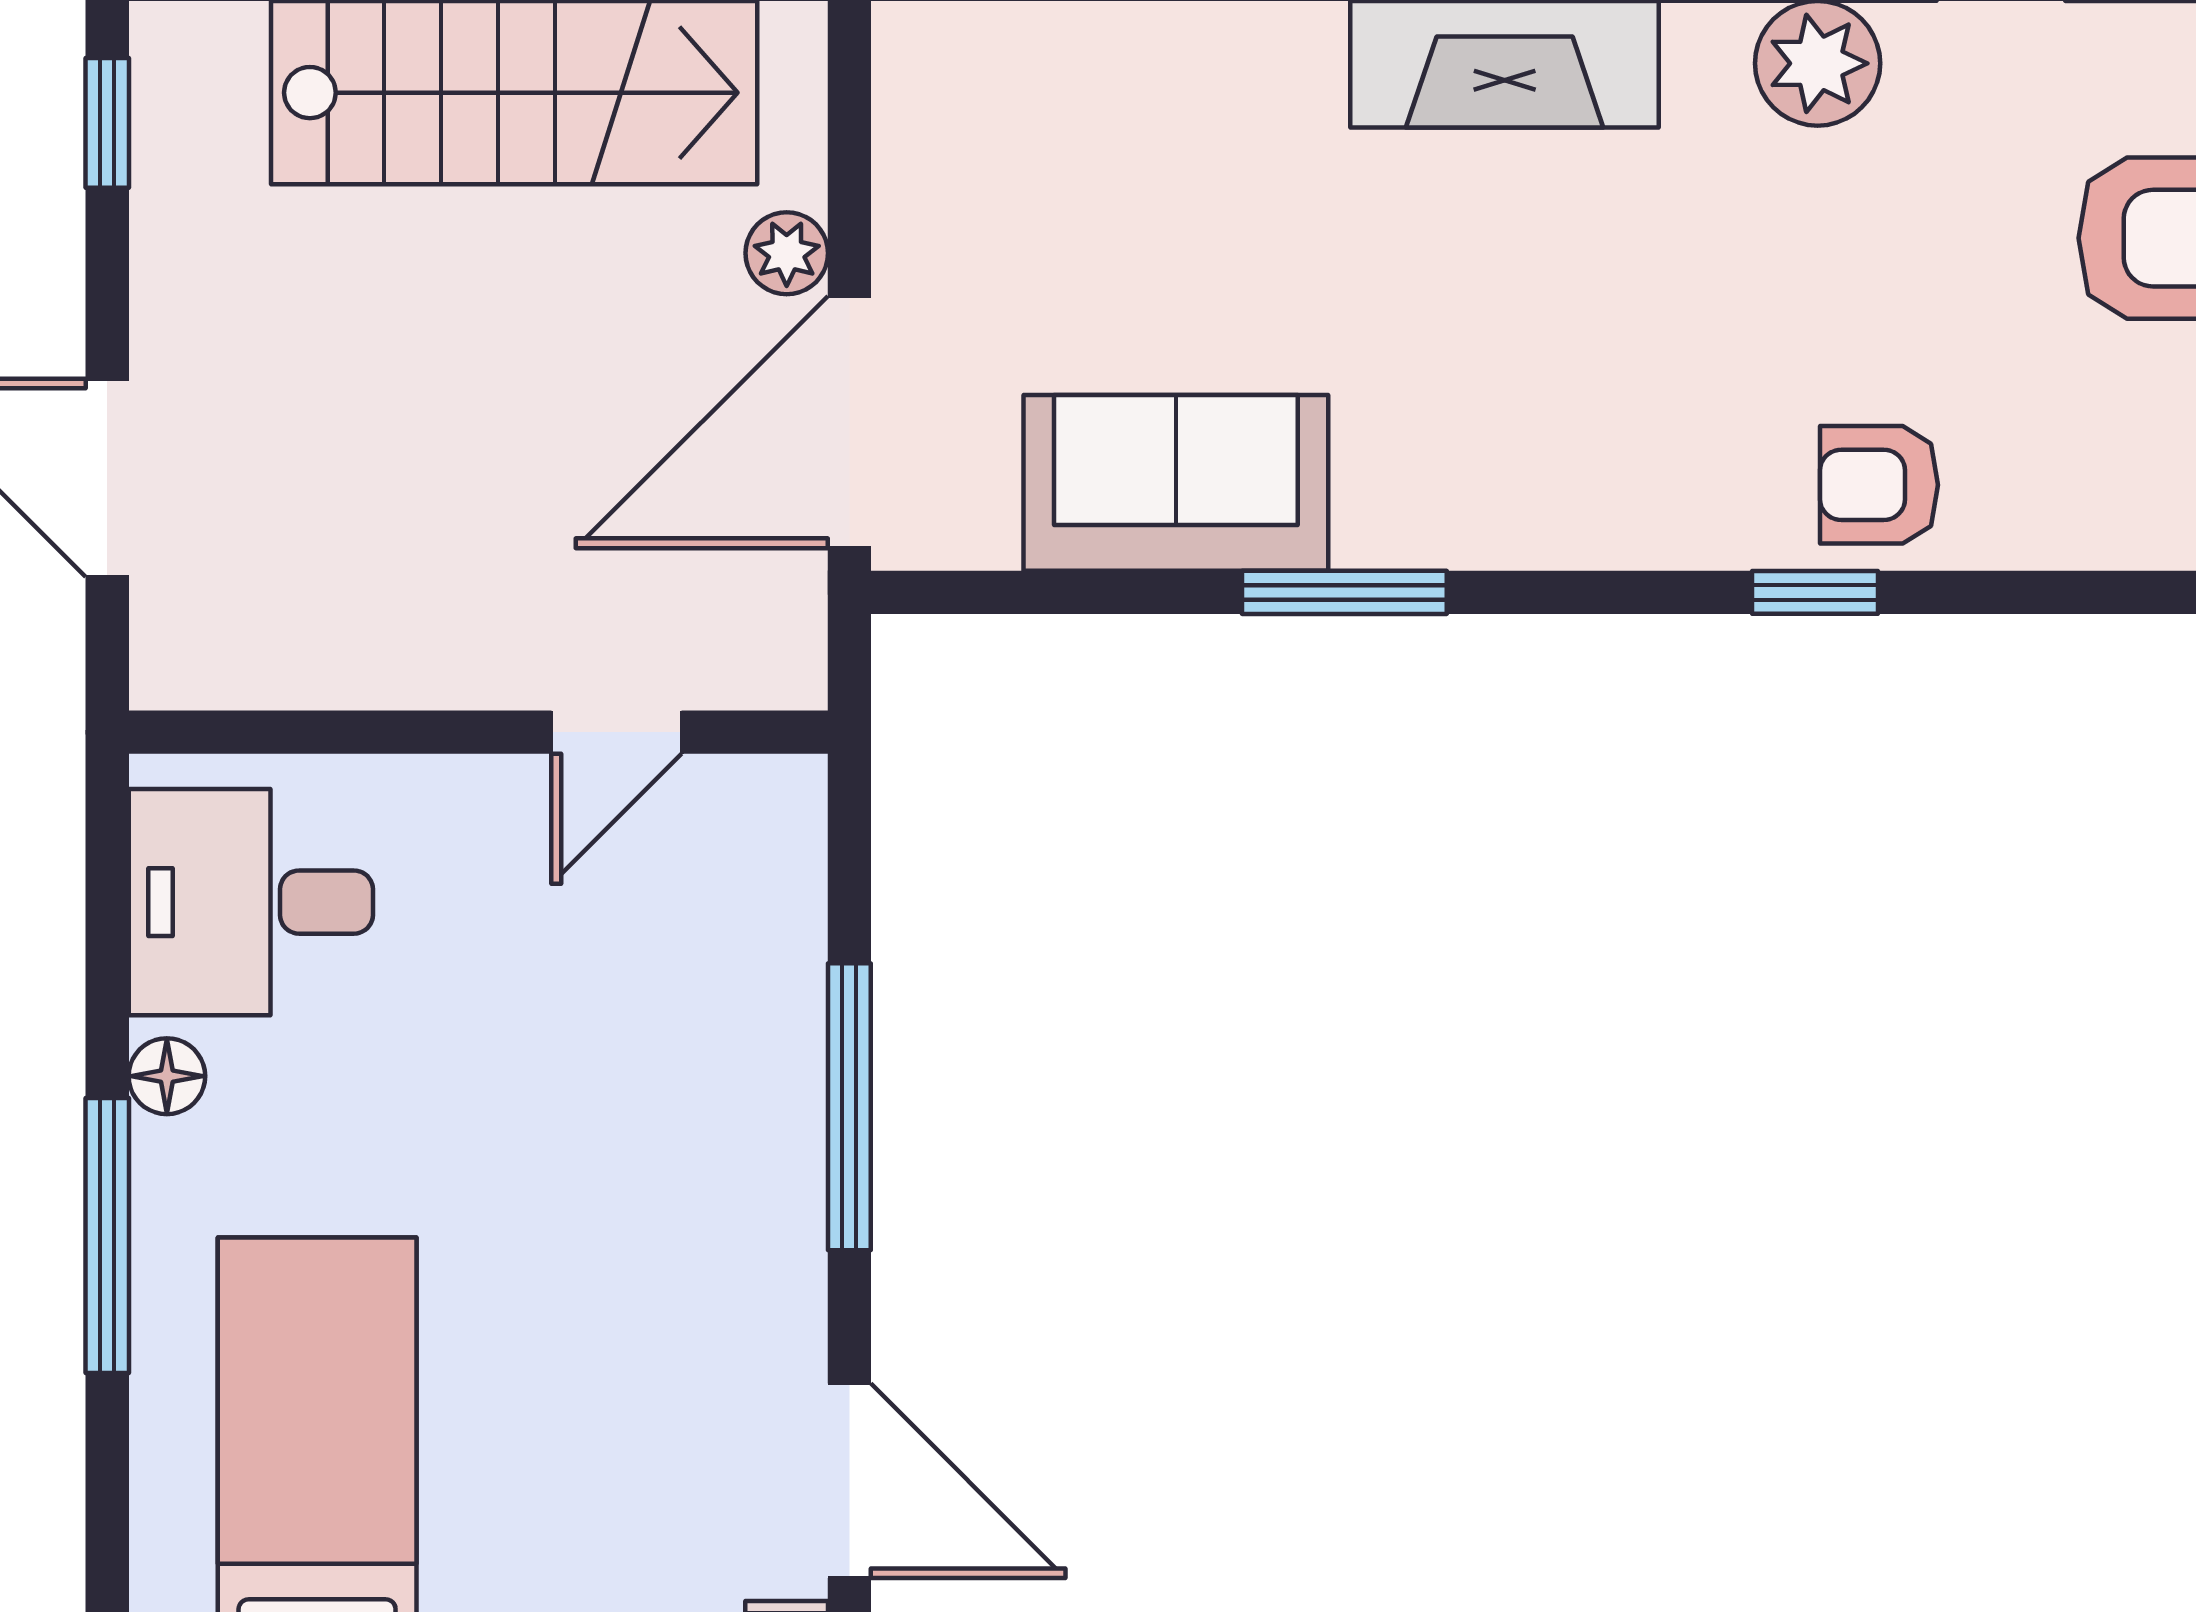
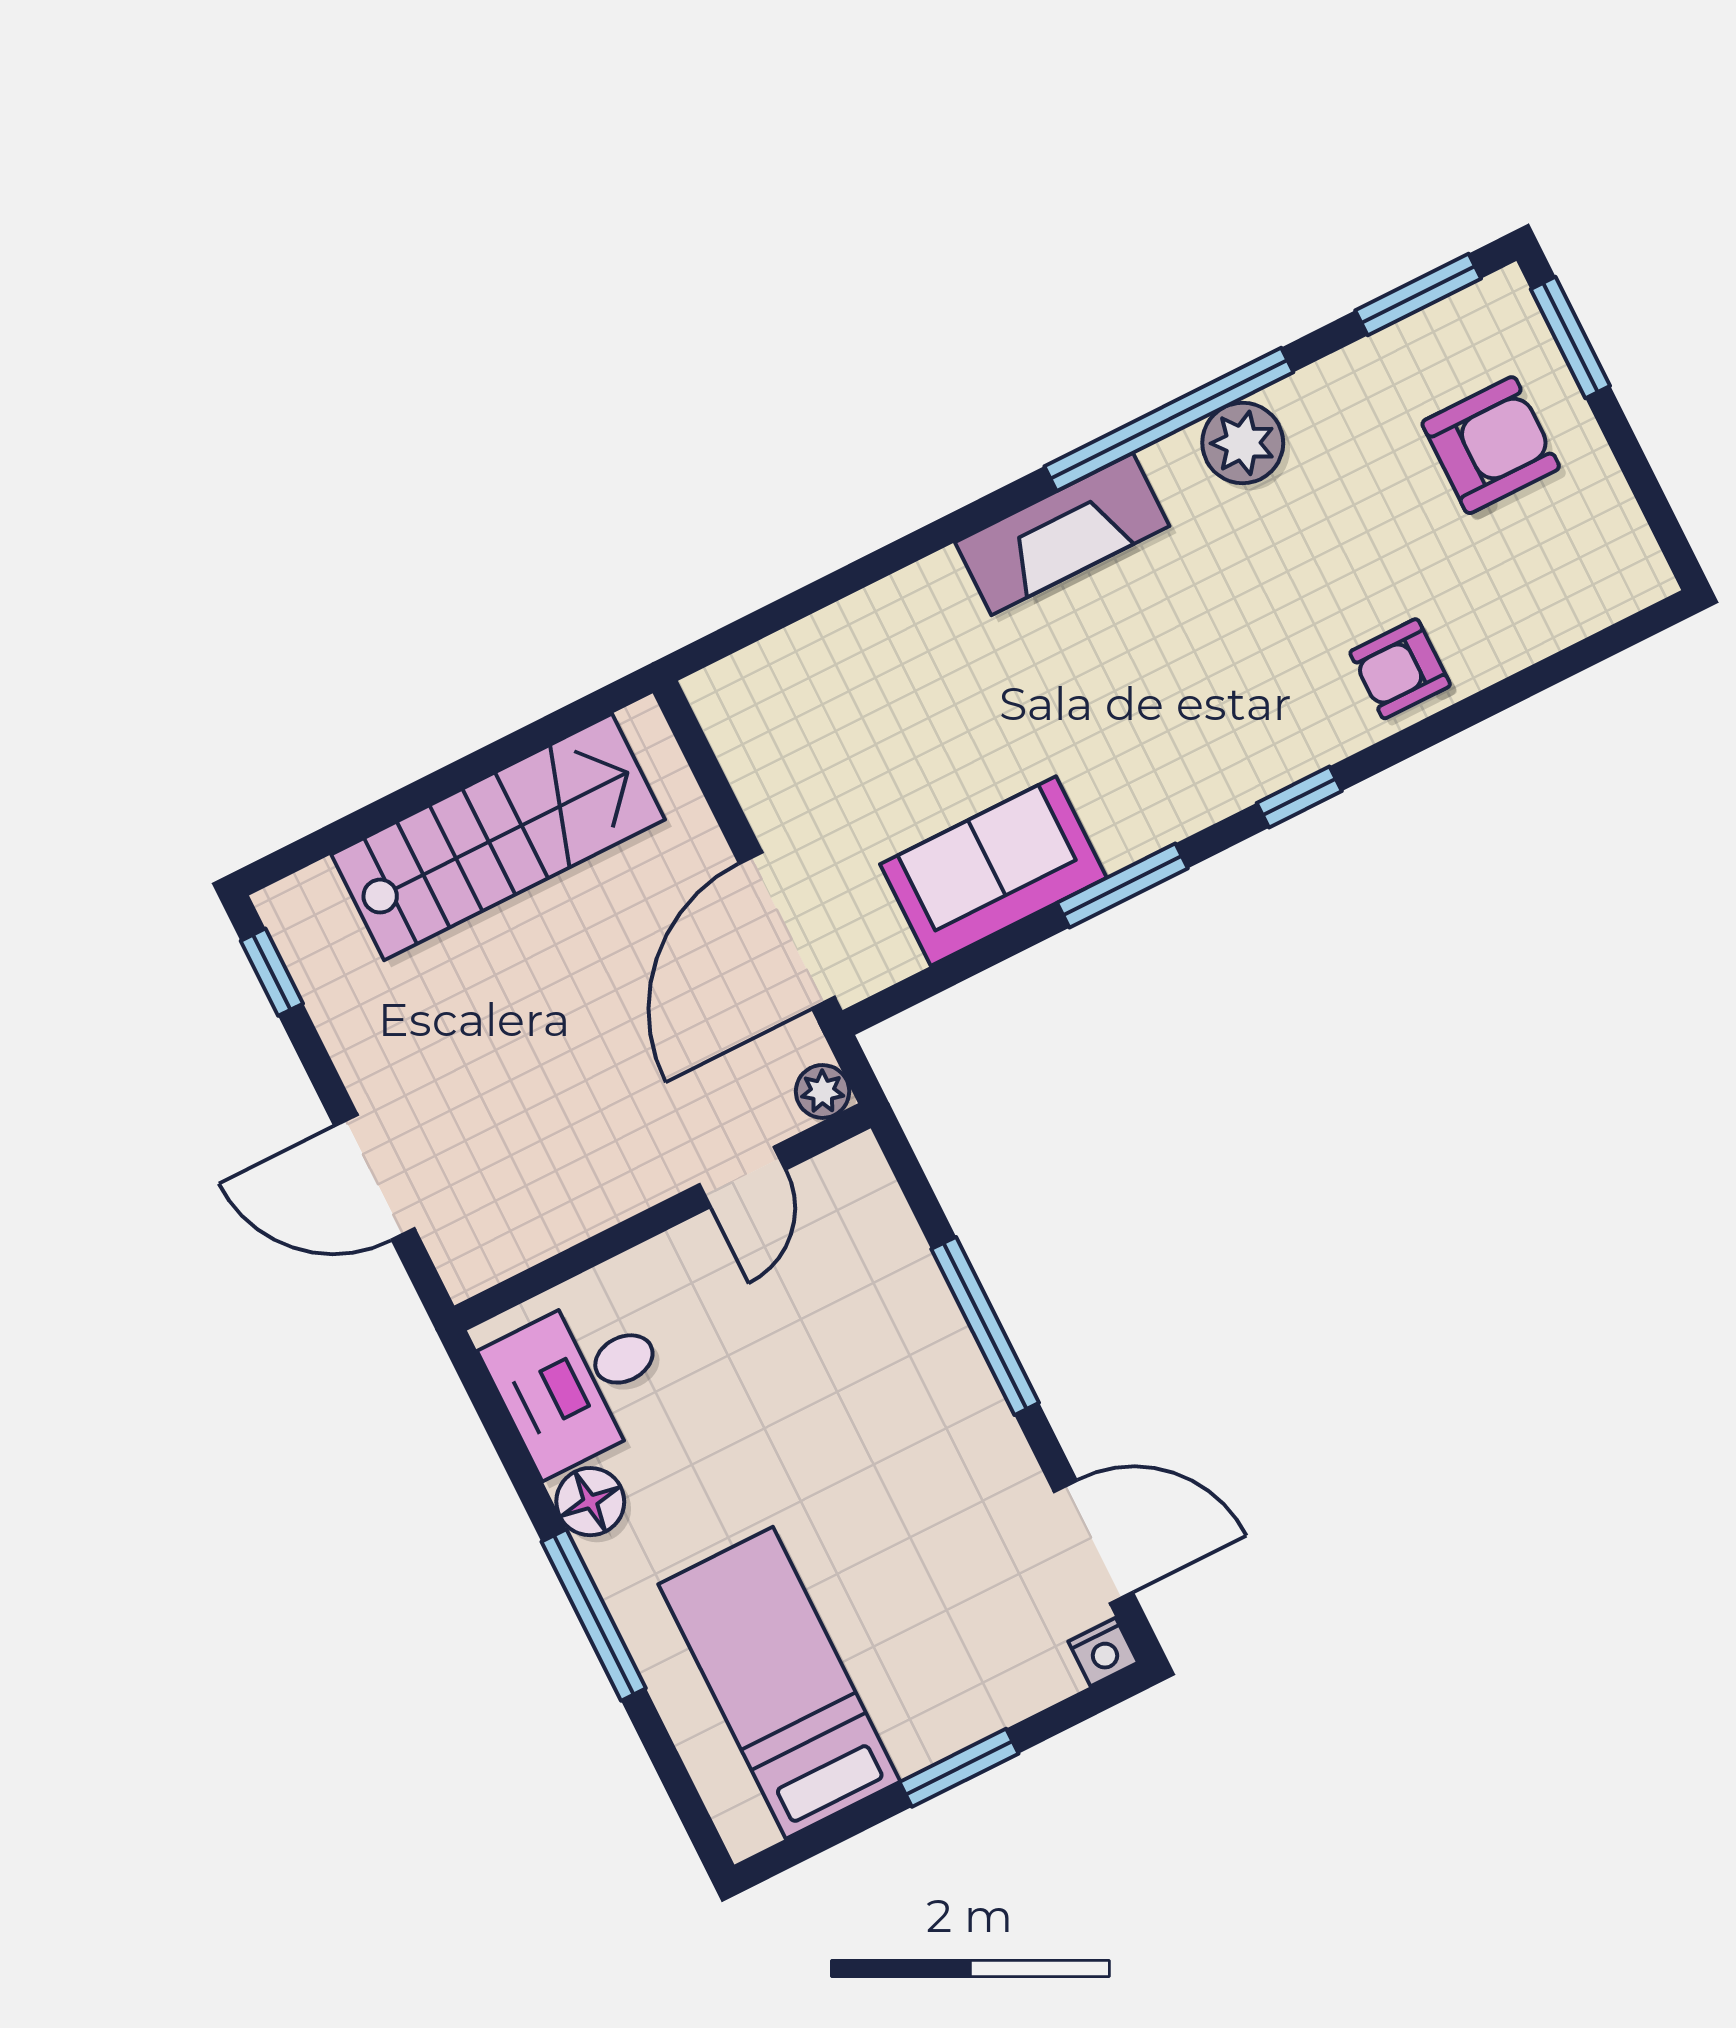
plant: (787, 253) -> (823, 1091), moved
window: (1815, 592) -> (1299, 797), moved
floor lamp: (167, 1076) -> (590, 1502), width x1.37, depth x1.37

